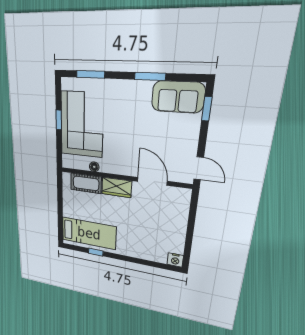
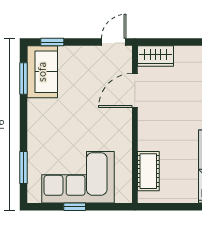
window: (150, 76) -> (24, 79), moved
floor lamp: (94, 167) -> (126, 161), removed
wardrobe: (117, 187) -> (155, 56), moved, turned 90

